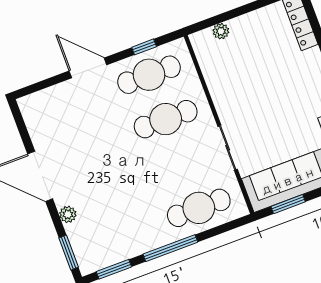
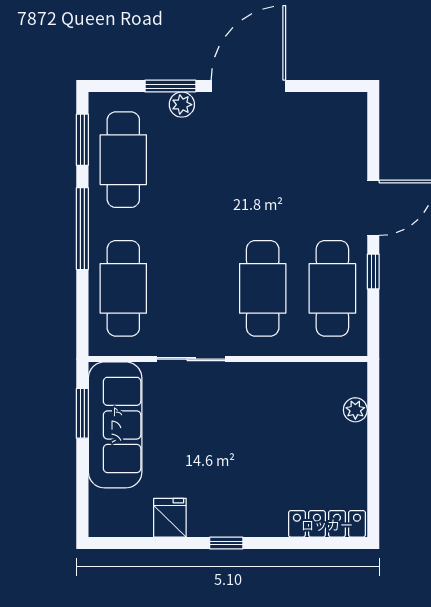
window: (144, 47) -> (373, 272), moved
cafe table: (117, 239) -> (123, 160), added
window: (69, 253) -> (170, 86), moved

